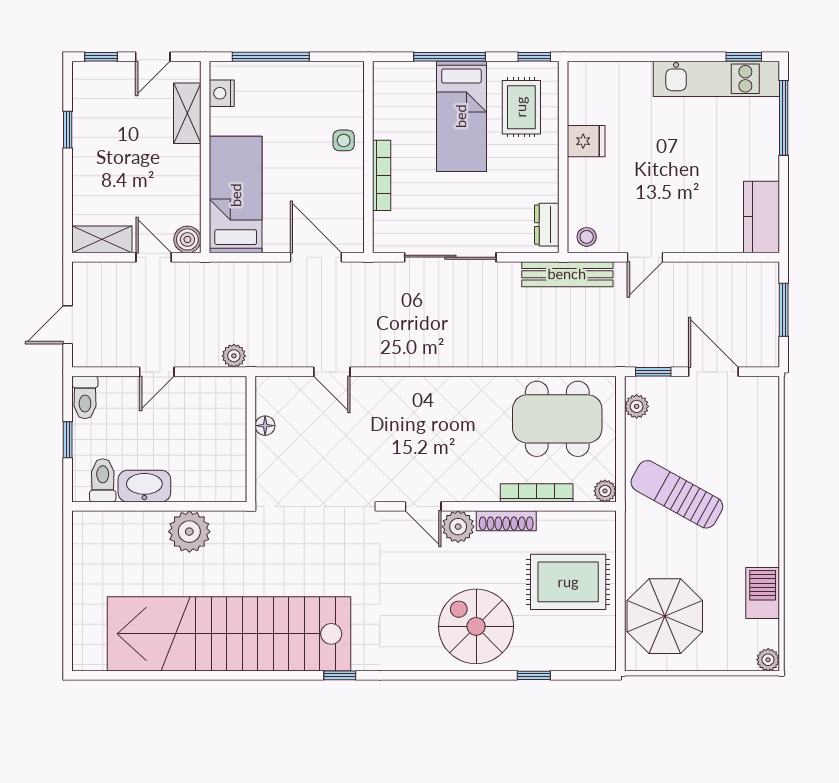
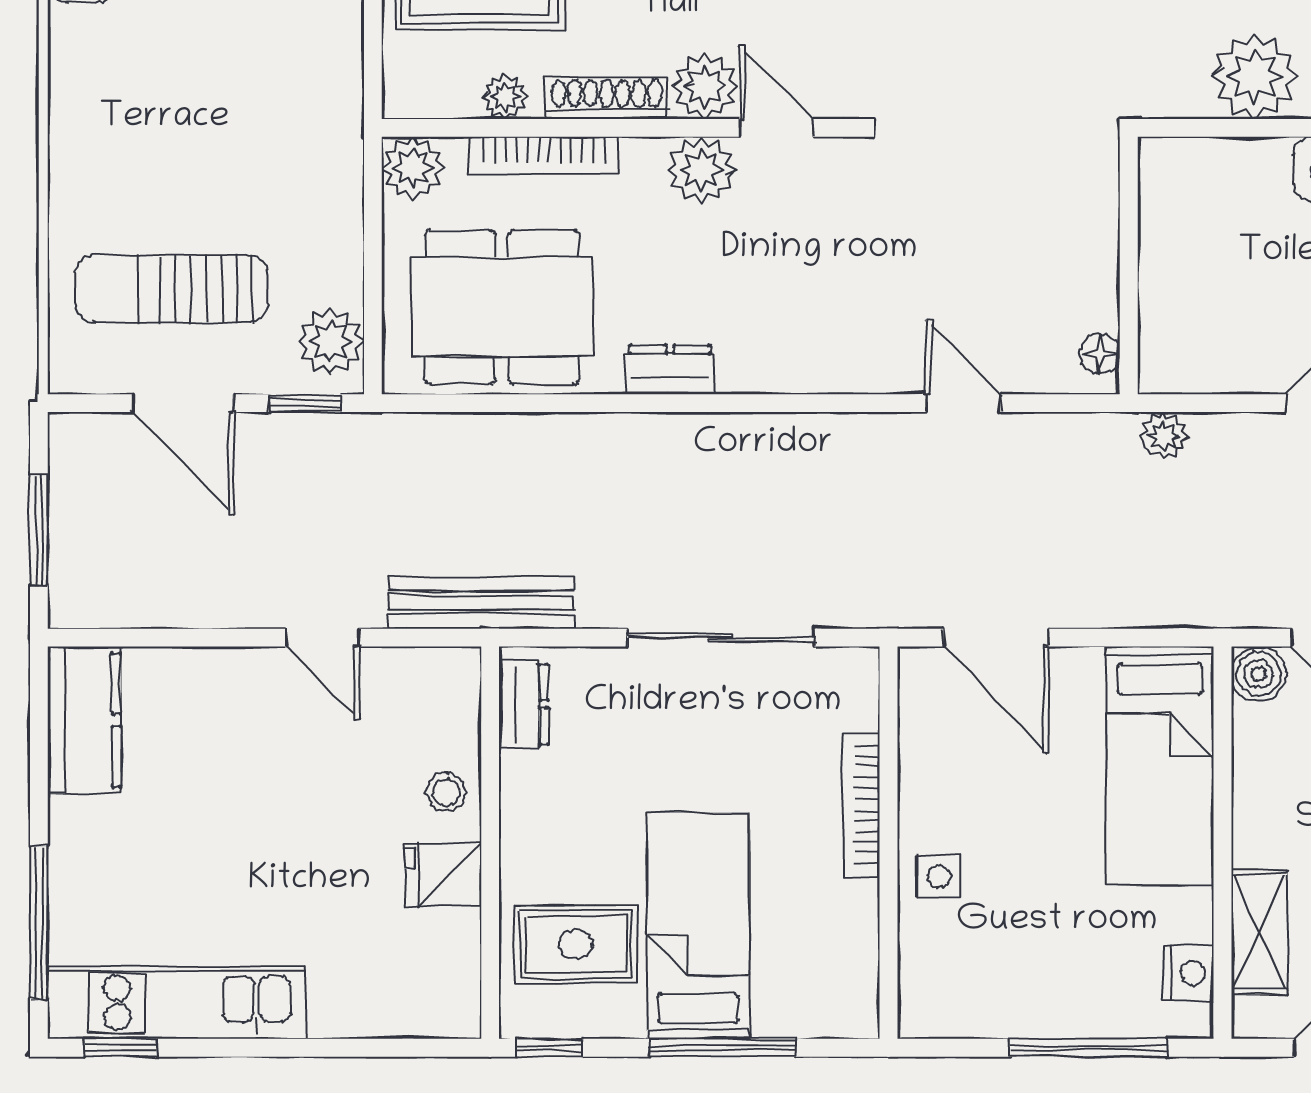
rug: (521, 107) -> (576, 944), turned 90
stool: (587, 237) -> (446, 792), moved
door: (645, 257) -> (322, 638), swing flipped
dresser: (475, 388) -> (670, 370), added
plant: (637, 406) -> (331, 341), width x1.38, depth x1.38
floor lamp: (265, 426) -> (1100, 354), moved
plant: (460, 486) -> (701, 170), added
plant: (605, 491) -> (413, 168), width x1.38, depth x1.38
sun lounger: (677, 494) -> (171, 289), moved, turned 151
plant: (556, 521) -> (505, 97), added

